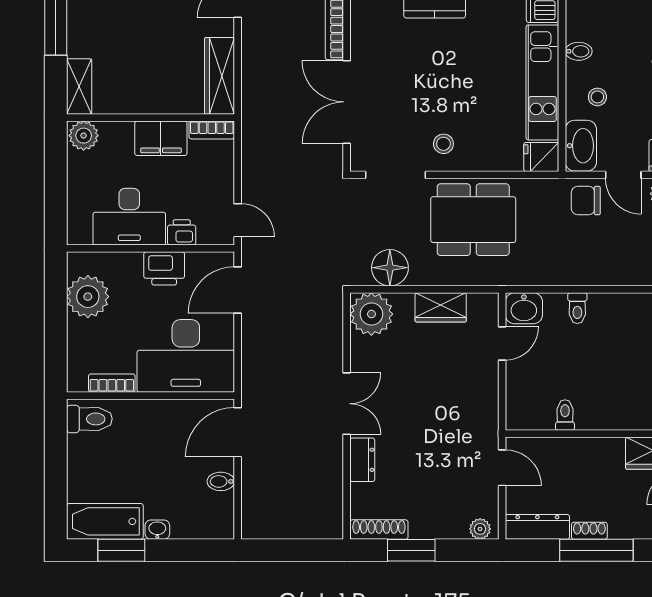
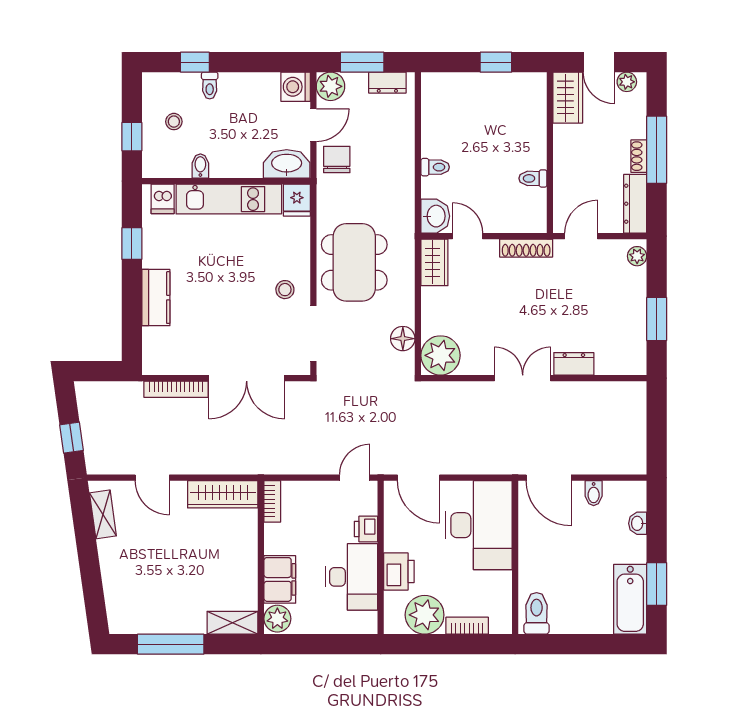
stool: (597, 97) -> (174, 122), moved
filing cabinet: (161, 138) -> (280, 579), moved
chair: (586, 201) -> (337, 159), turned 180
printer: (164, 268) -> (399, 571), moved
floor lamp: (390, 268) -> (403, 339), width x0.73, depth x0.73
wardrobe: (441, 307) -> (434, 262), moved
bookcase: (112, 383) -> (467, 626), moved, turned 90
washbasin: (157, 530) -> (638, 523), moved
shoe rack: (379, 530) -> (526, 248), moved, turned -90

